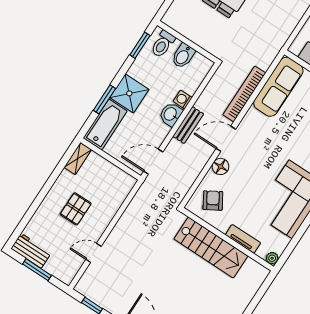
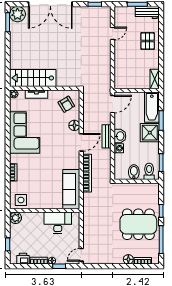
pallet: (76, 209) -> (148, 41), moved
stairs: (211, 248) -> (33, 78), moved

